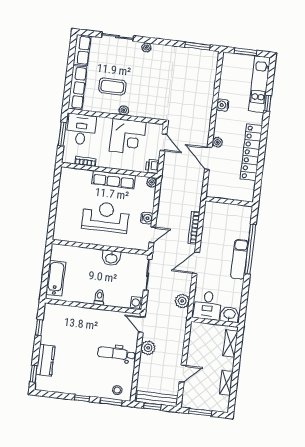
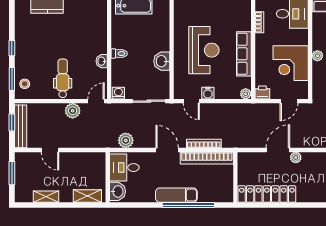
locker: (251, 152) -> (267, 194), moved
bookcase: (208, 226) -> (207, 158), added
washbasin: (105, 315) -> (102, 61), added

